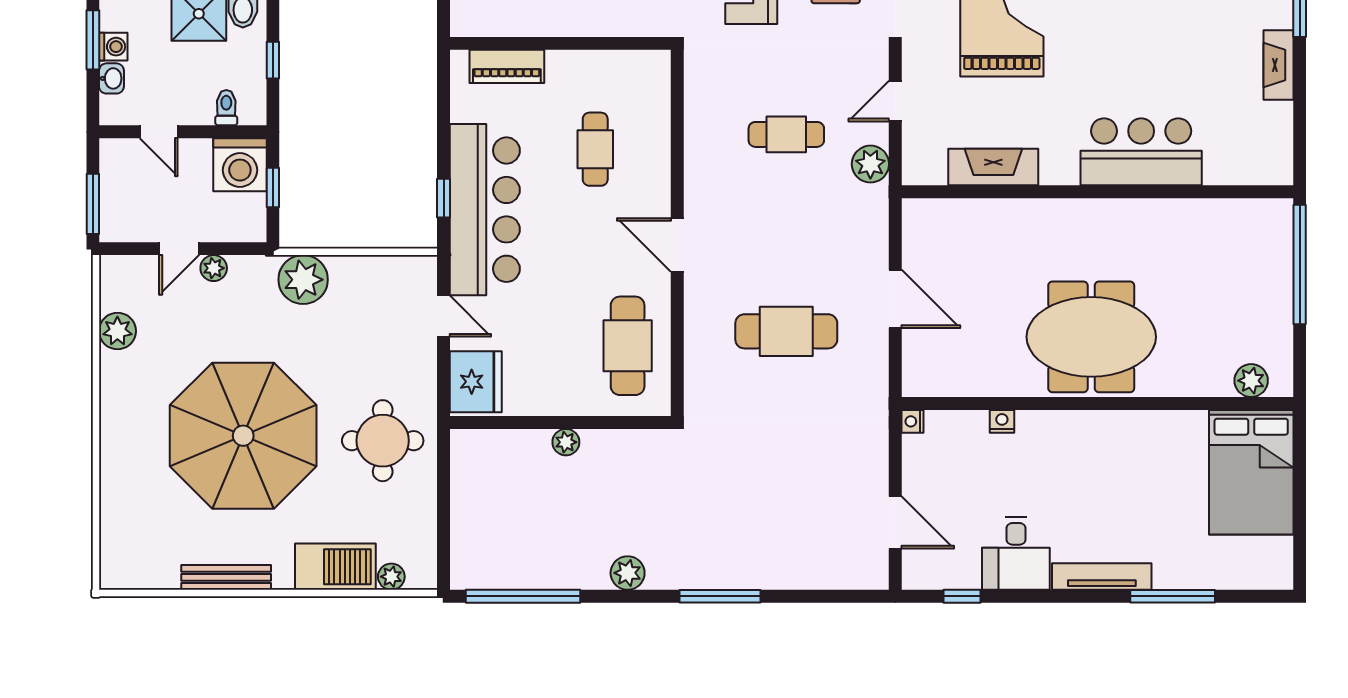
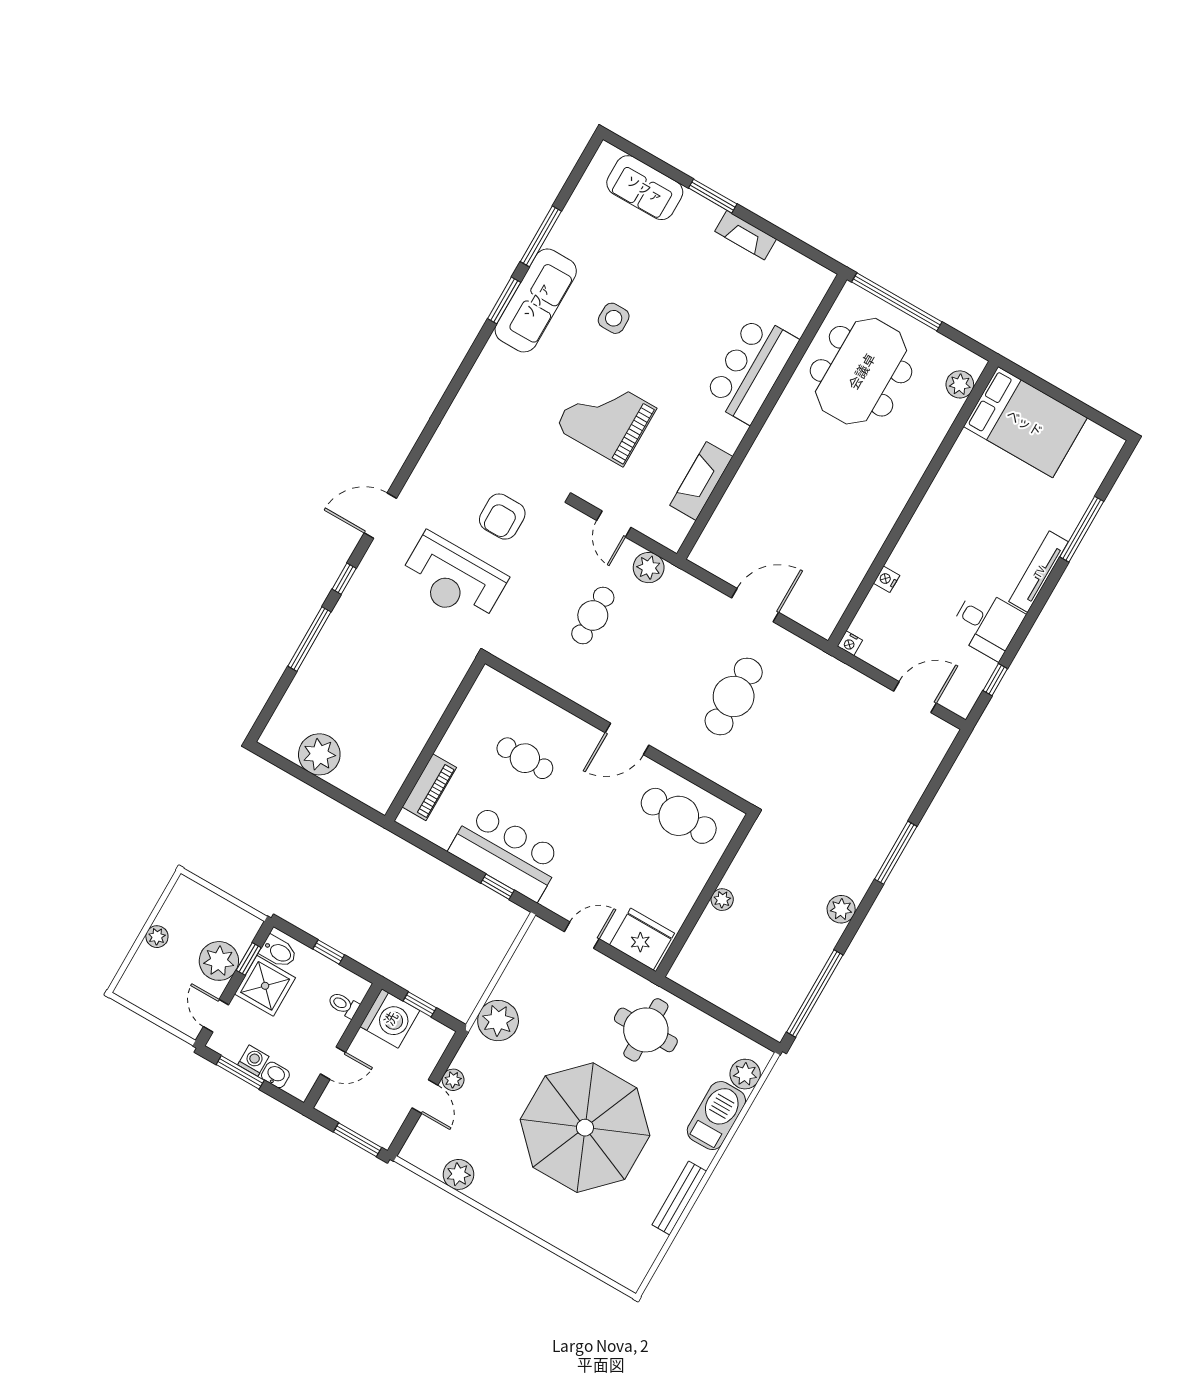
bar counter: (485, 210) -> (506, 853), width x0.73
meeting table: (1091, 337) -> (861, 371), moved
plant: (391, 577) -> (745, 1074), width x1.38, depth x1.38

